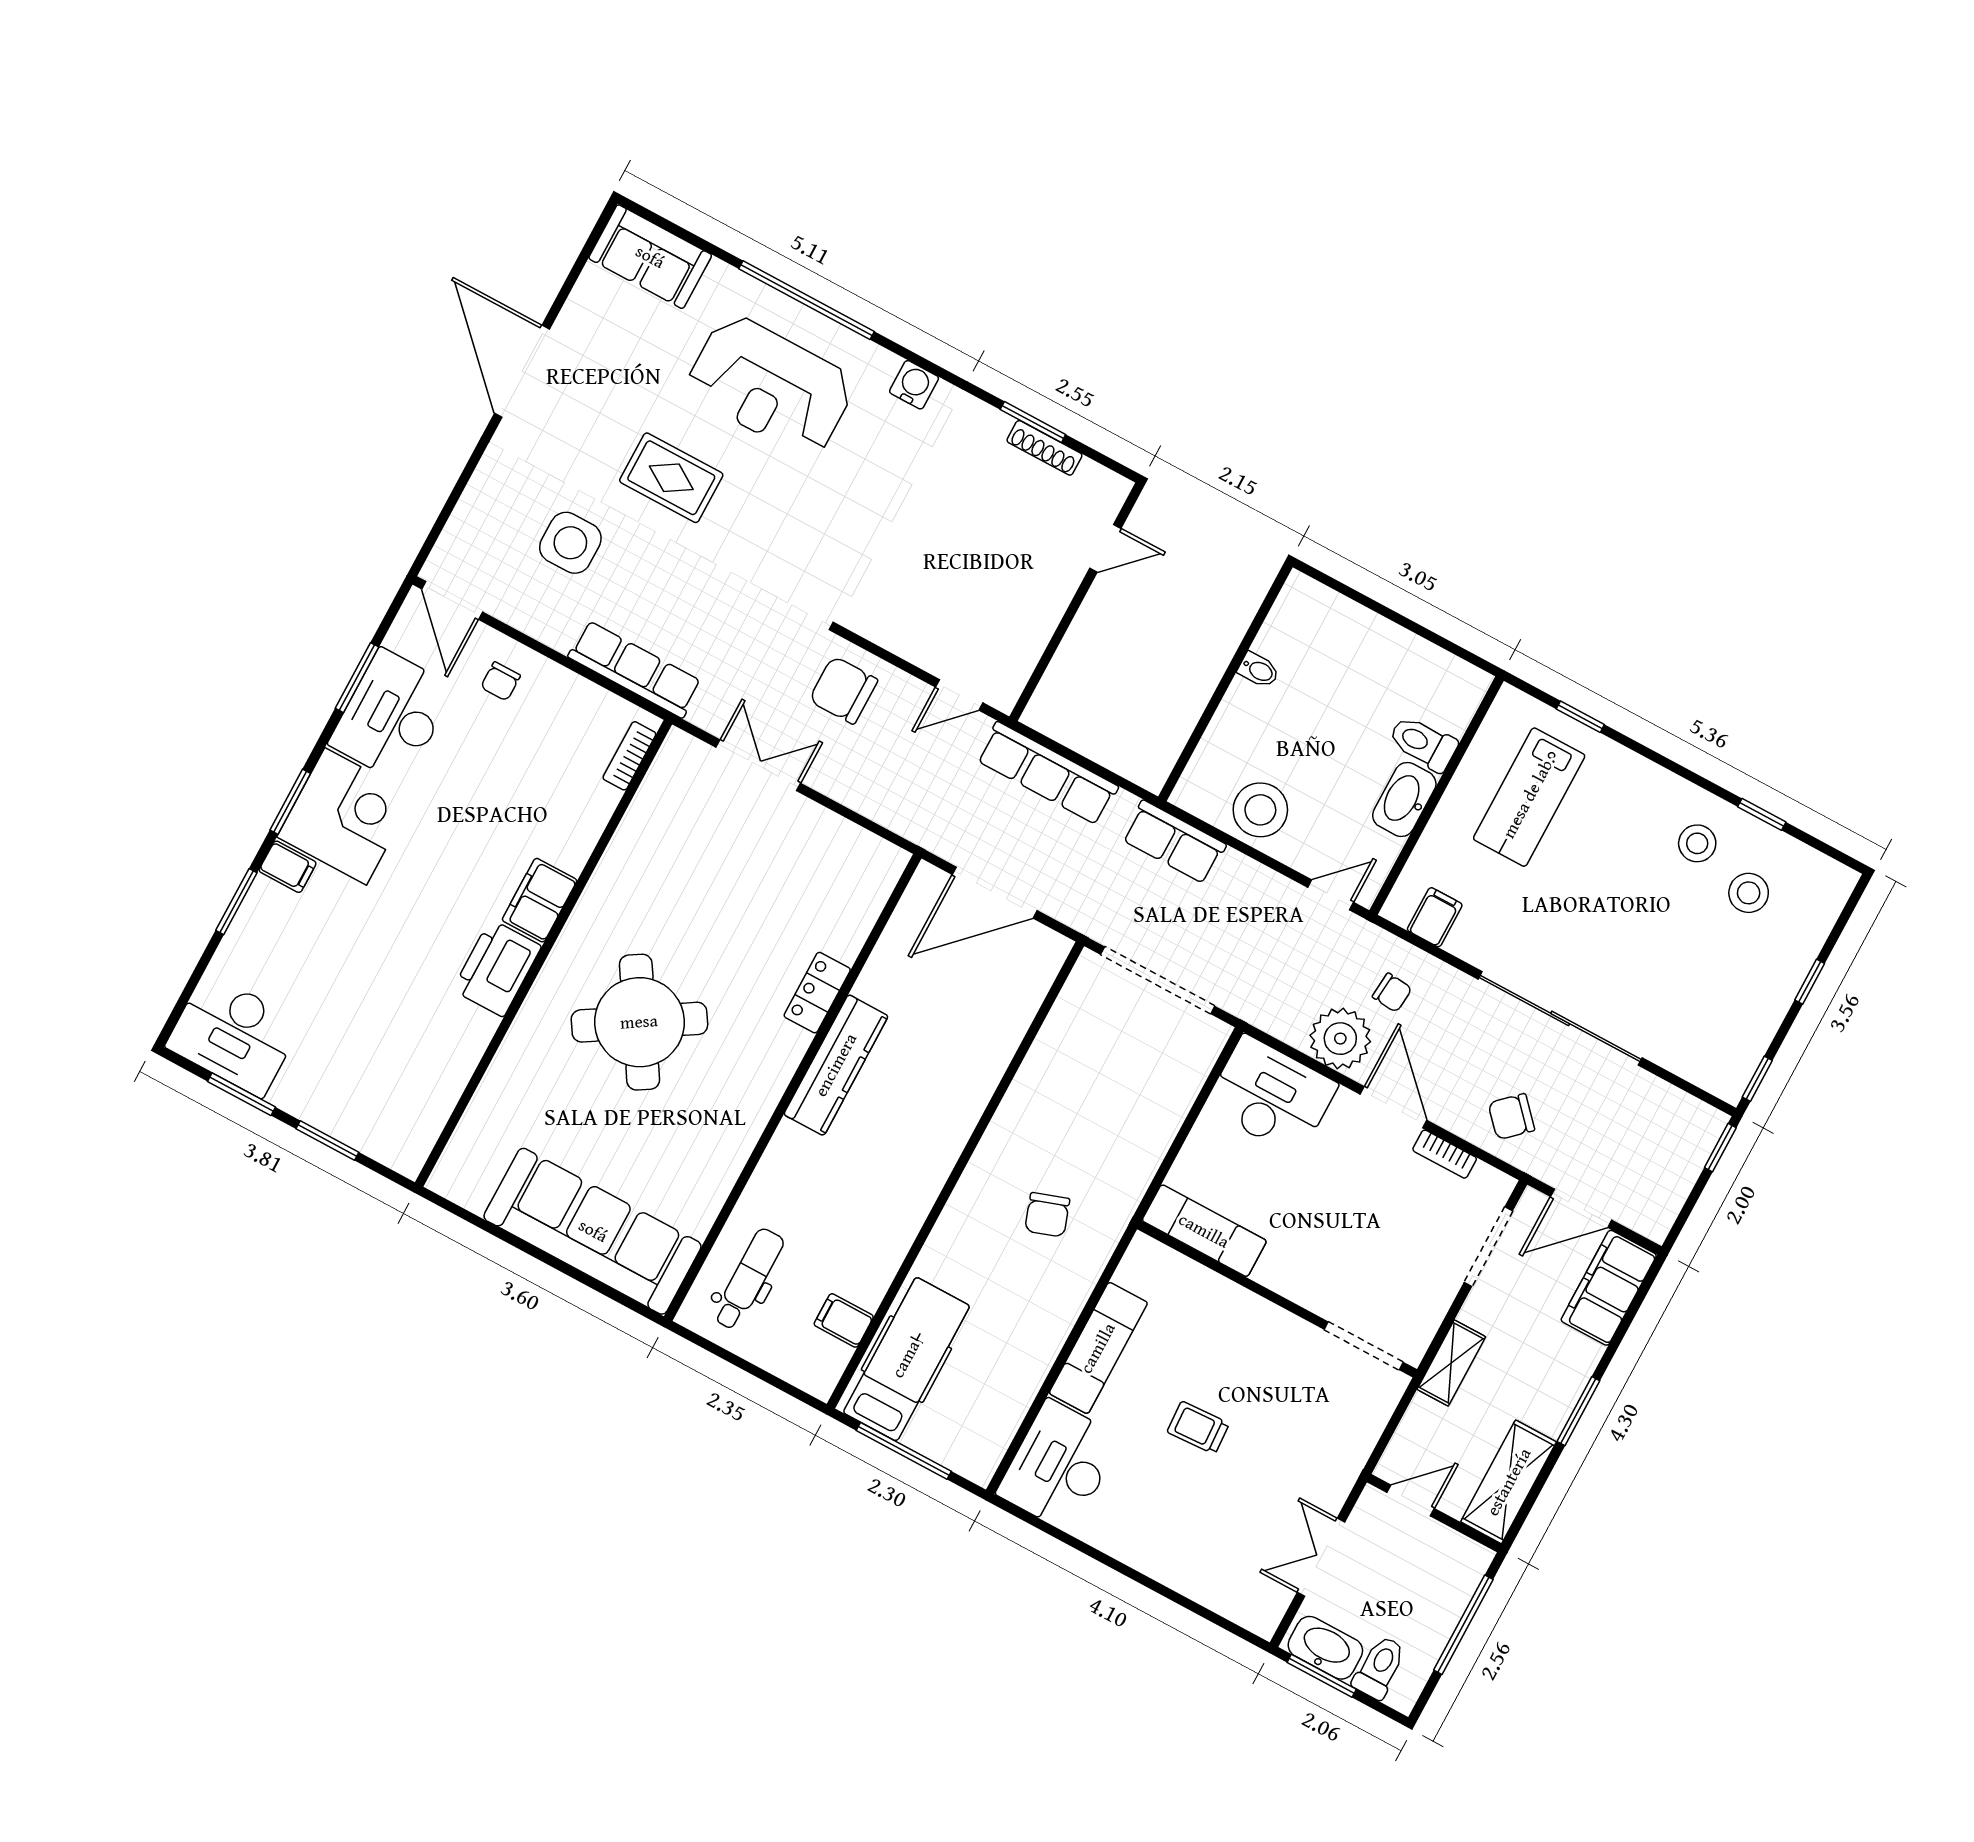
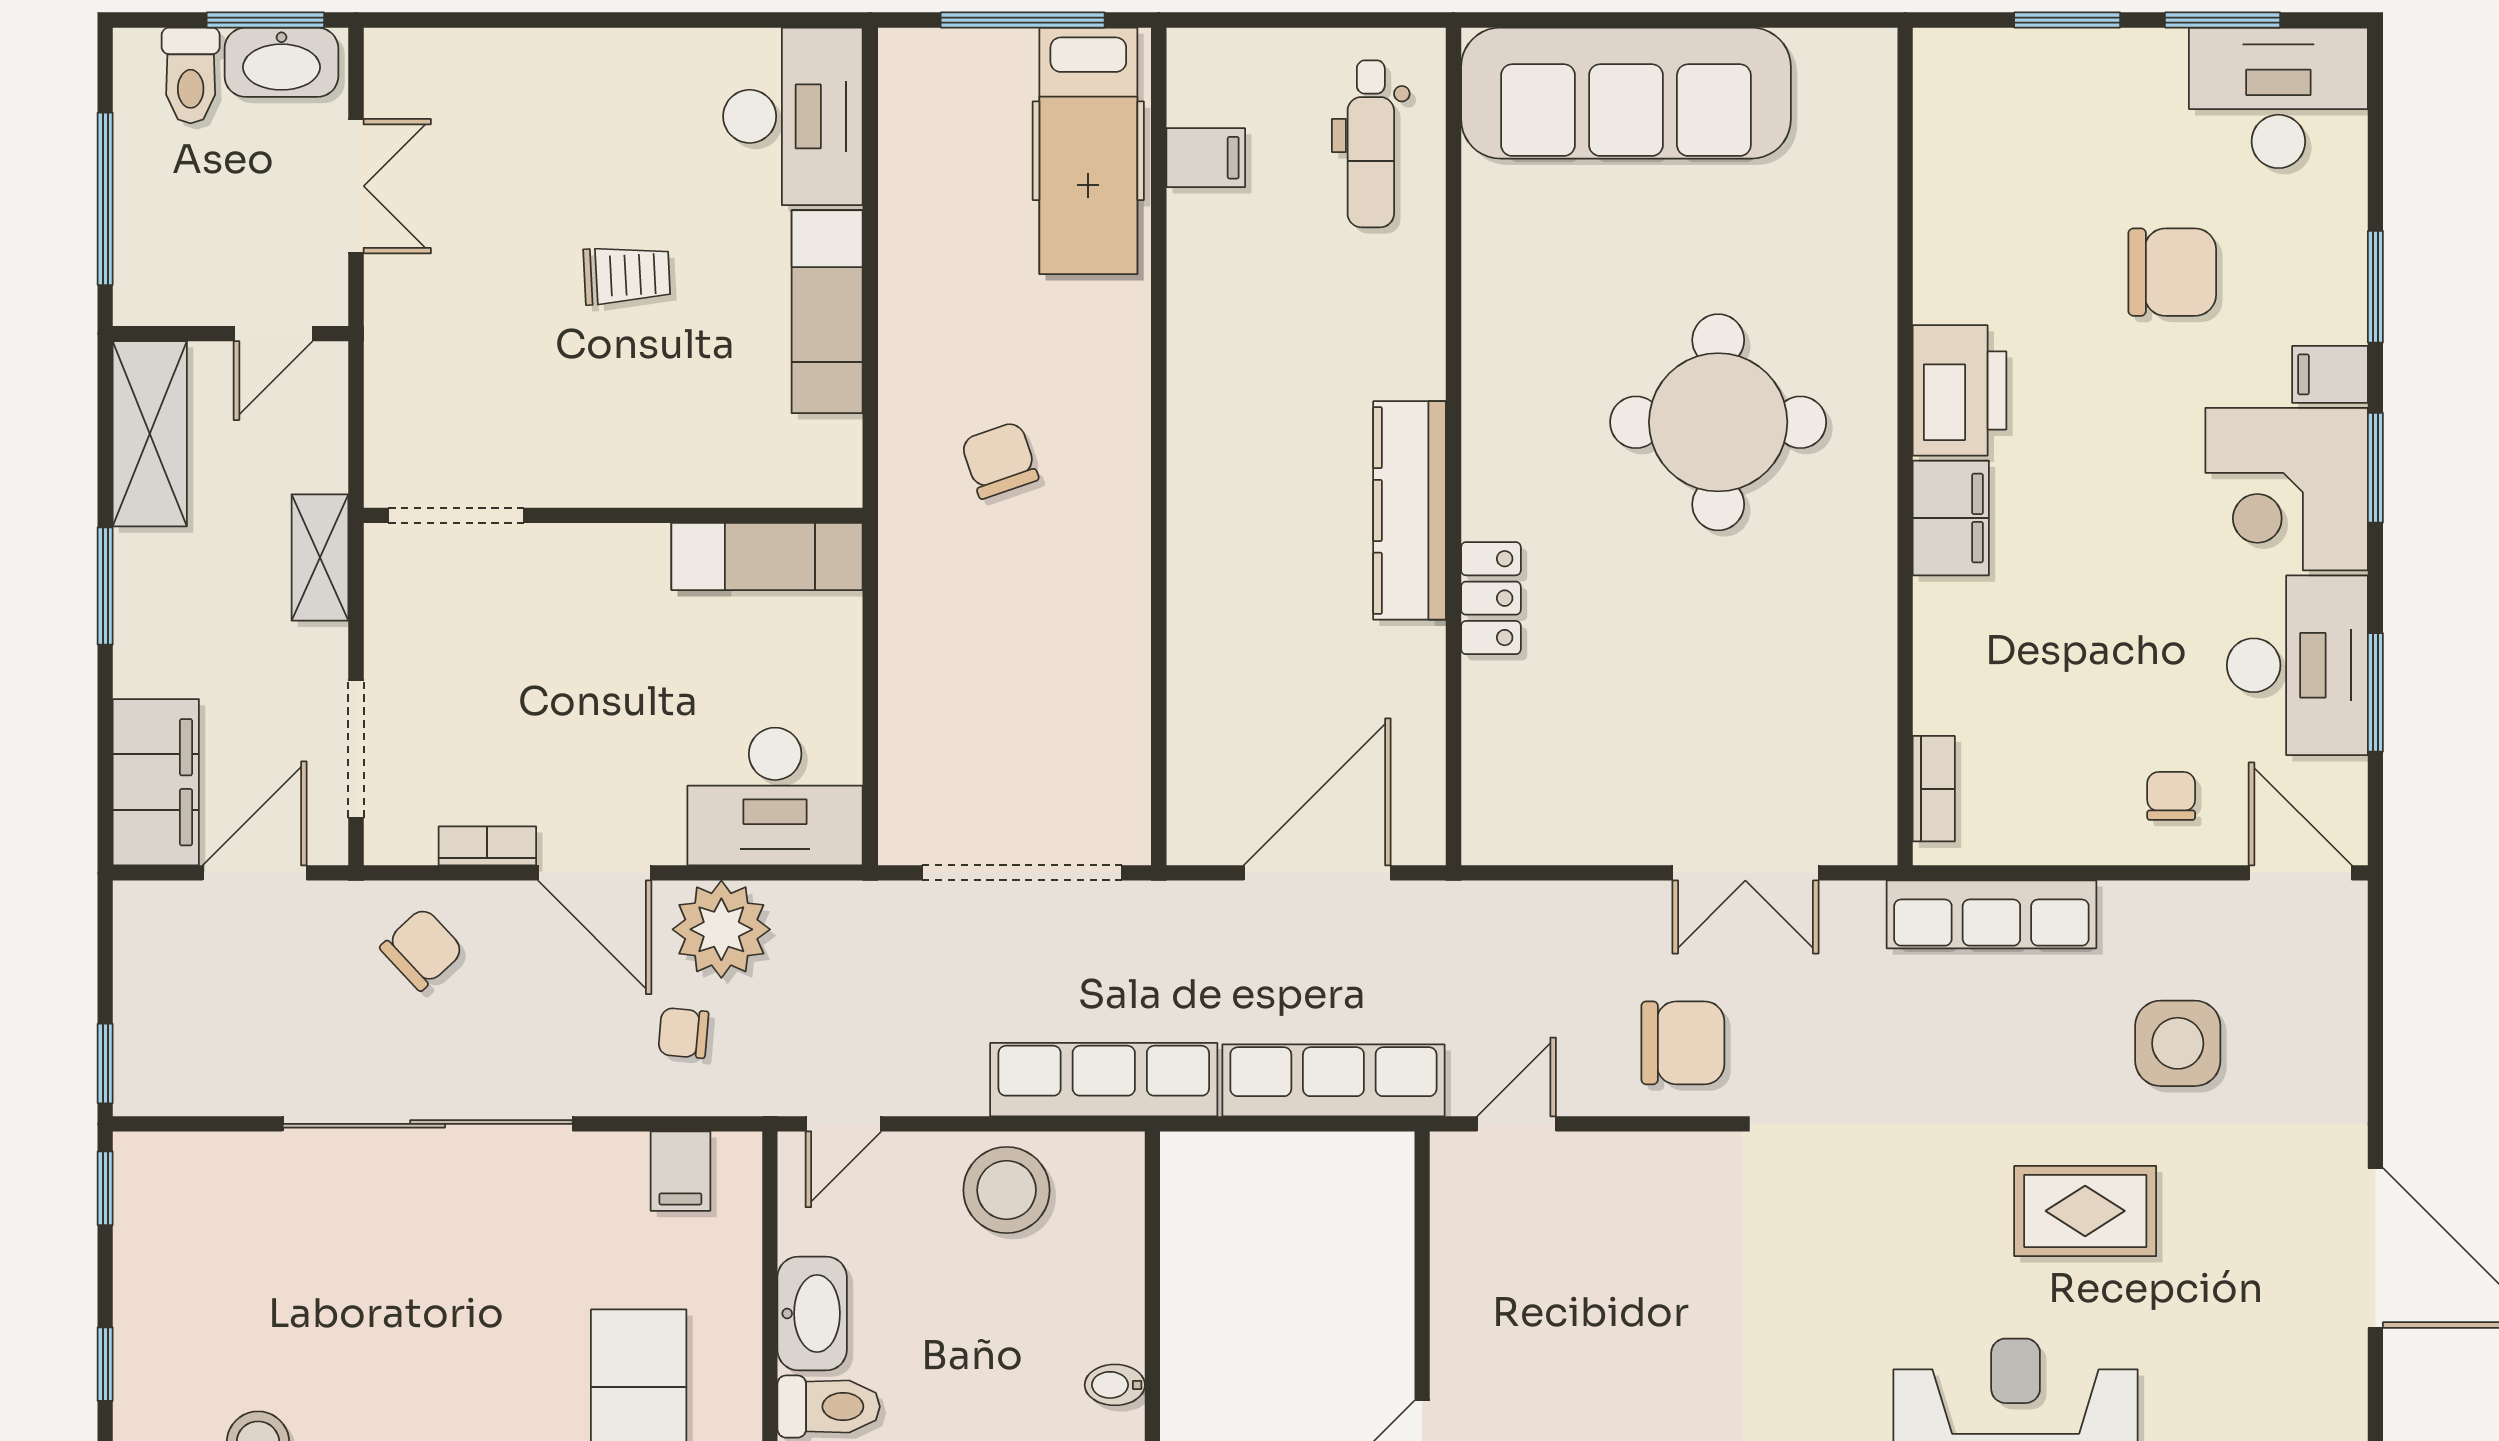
row of seats: (1174, 842) -> (1104, 1080), width x1.48
chair: (344, 970) -> (2172, 272), added
round table: (639, 1022) -> (1718, 422), turned 32

